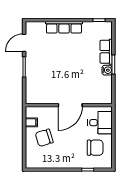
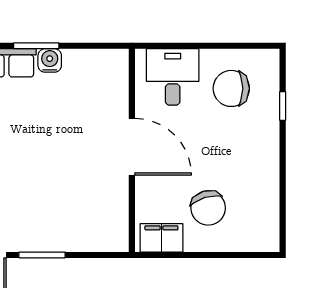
filing cabinet: (31, 122) -> (161, 238), width x2.00
chair: (95, 148) -> (231, 88), turned -90

